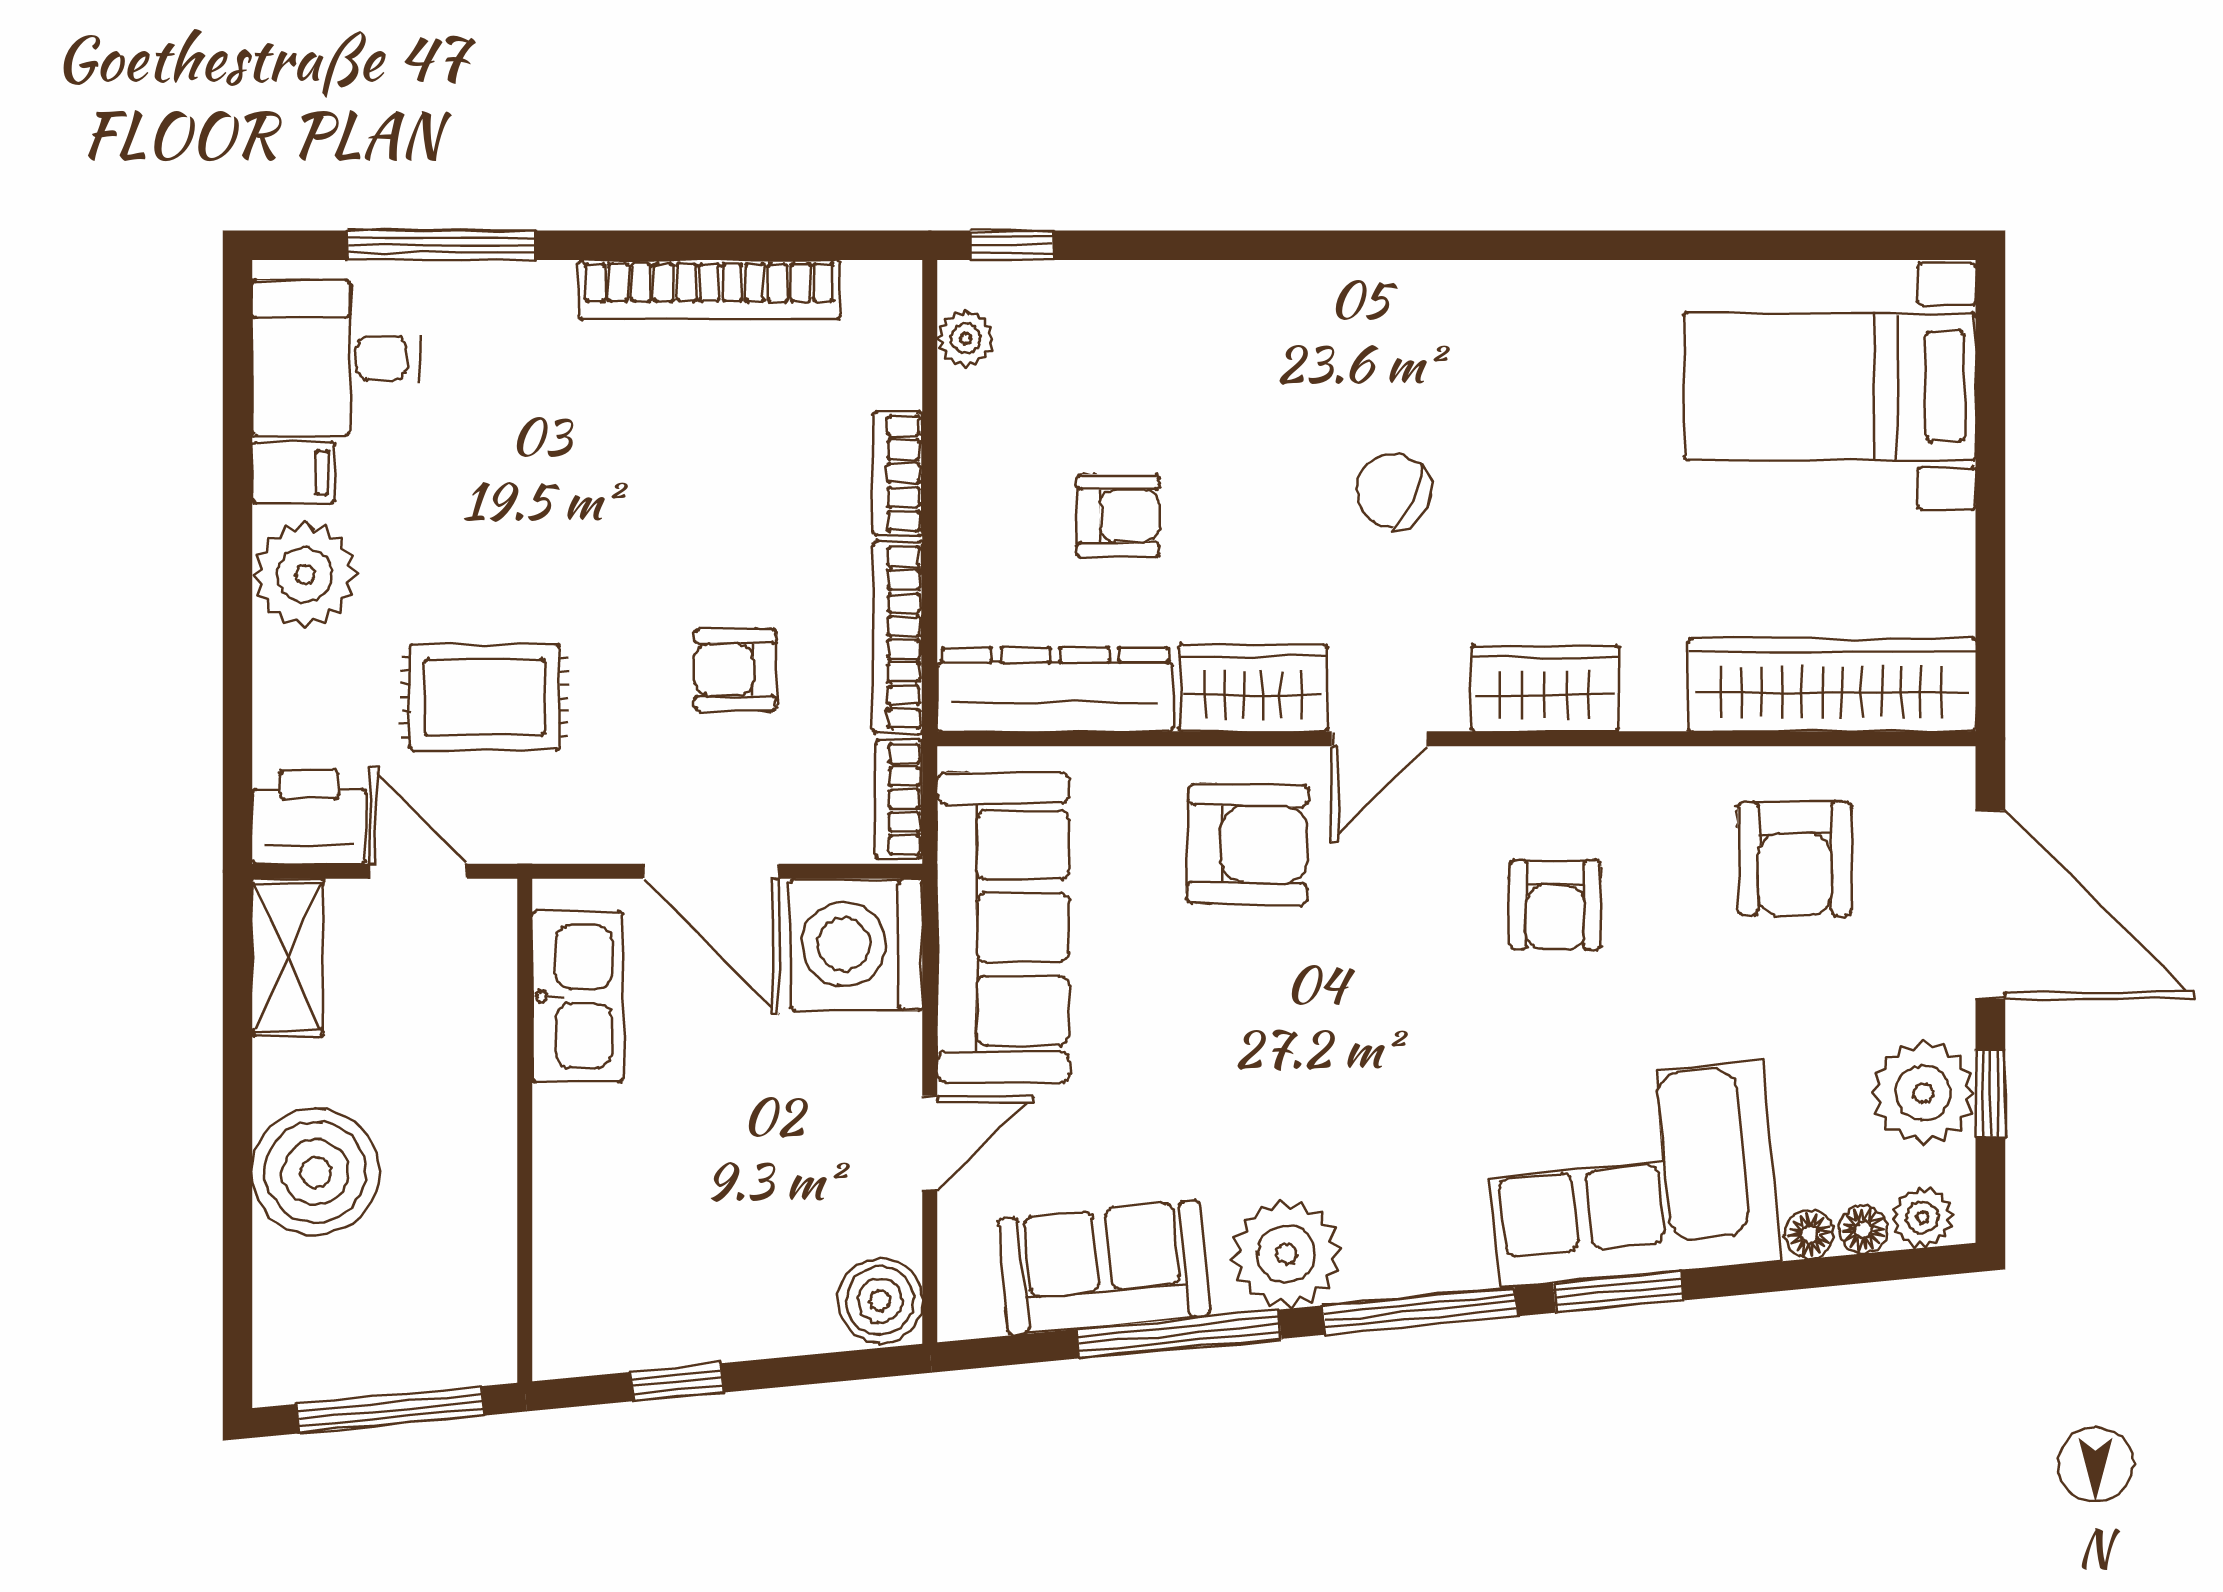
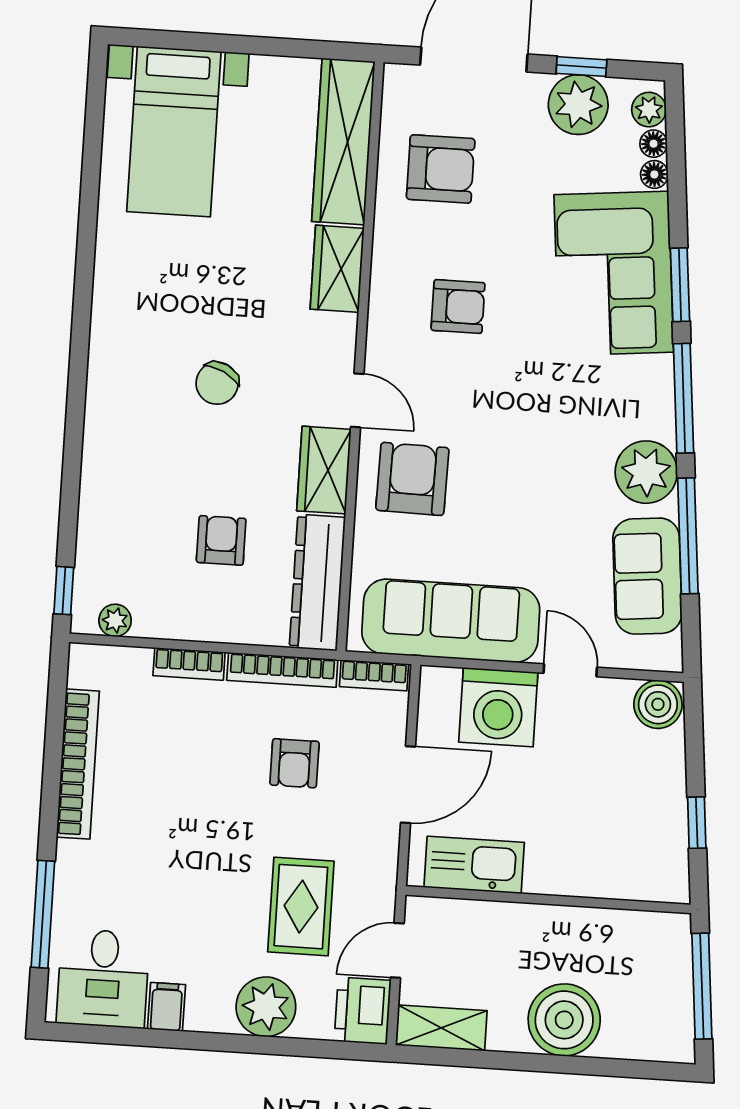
plant: (305, 575) -> (266, 1007), moved
wardrobe: (1545, 688) -> (337, 269), moved
washing machine: (857, 944) -> (498, 707), moved

